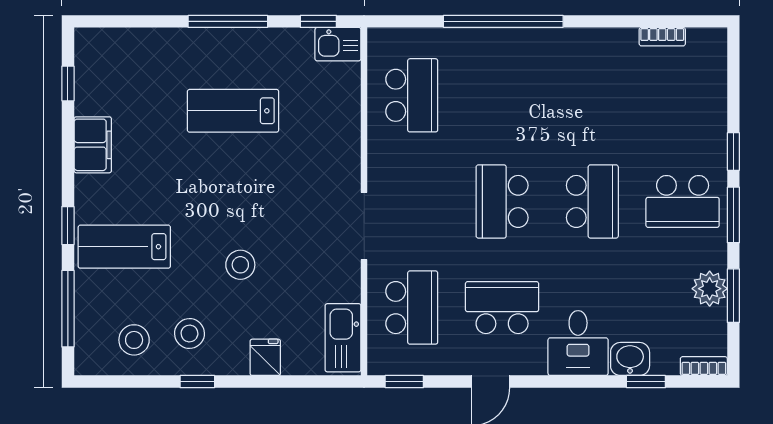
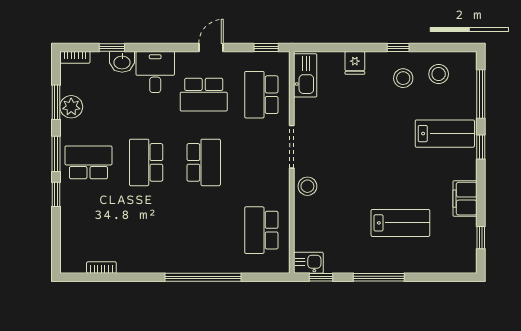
lab bench: (233, 111) -> (400, 223), moved
stool: (240, 265) -> (307, 186), moved

